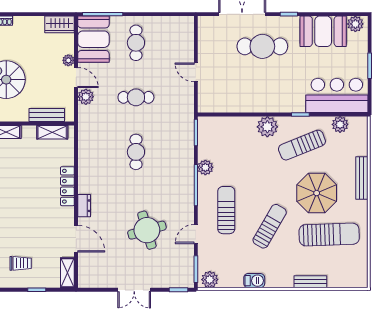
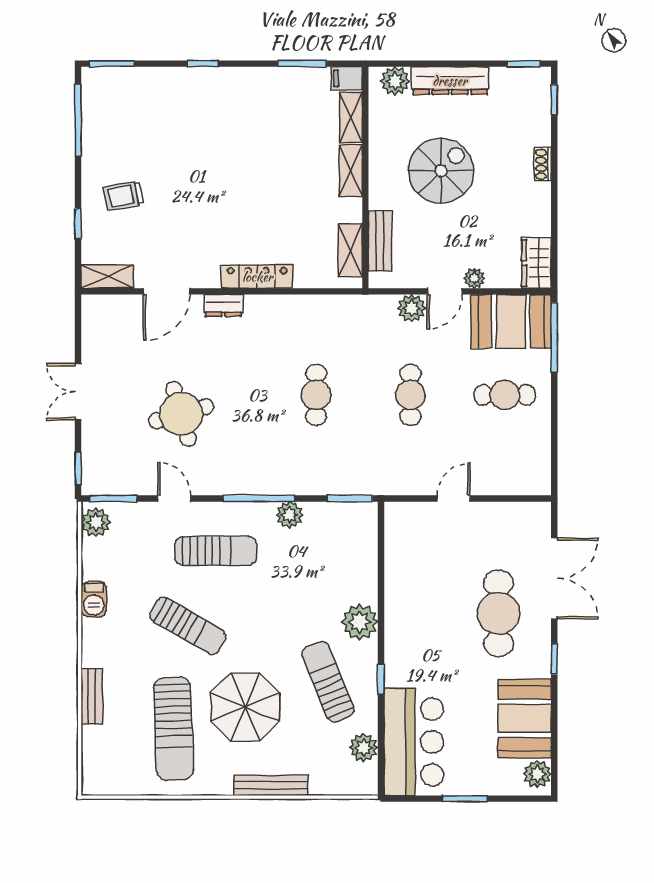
cafe table: (136, 152) -> (316, 395), turned 90
trolley: (21, 263) -> (124, 196), turned 79

